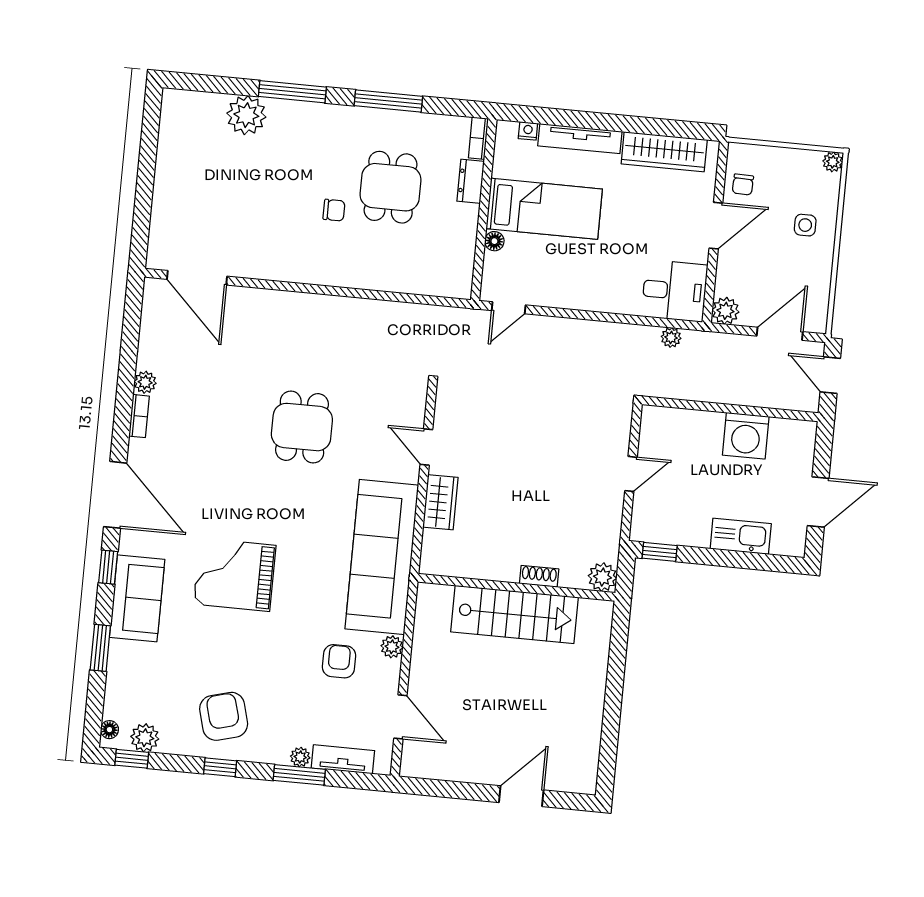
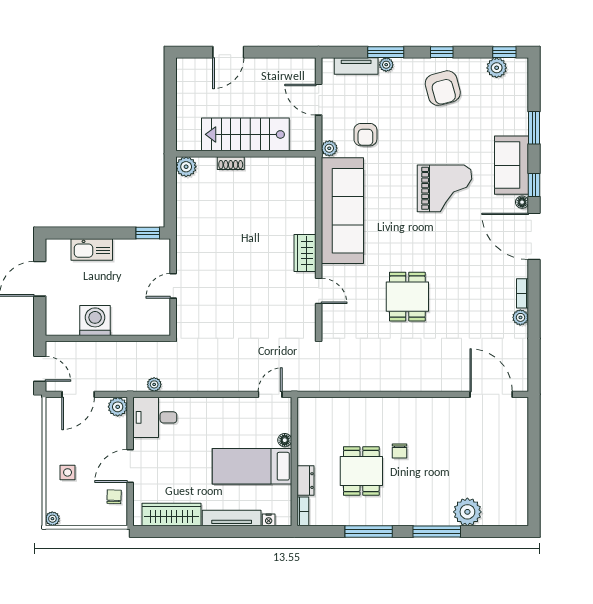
chair: (334, 210) -> (399, 451), turned -90
shoe rack: (539, 576) -> (231, 163), moved
plant: (602, 577) -> (186, 167), moved
wall: (516, 587) -> (246, 154), moved
stairs: (514, 615) -> (245, 134), moved
floor lamp: (109, 730) -> (522, 202), moved

